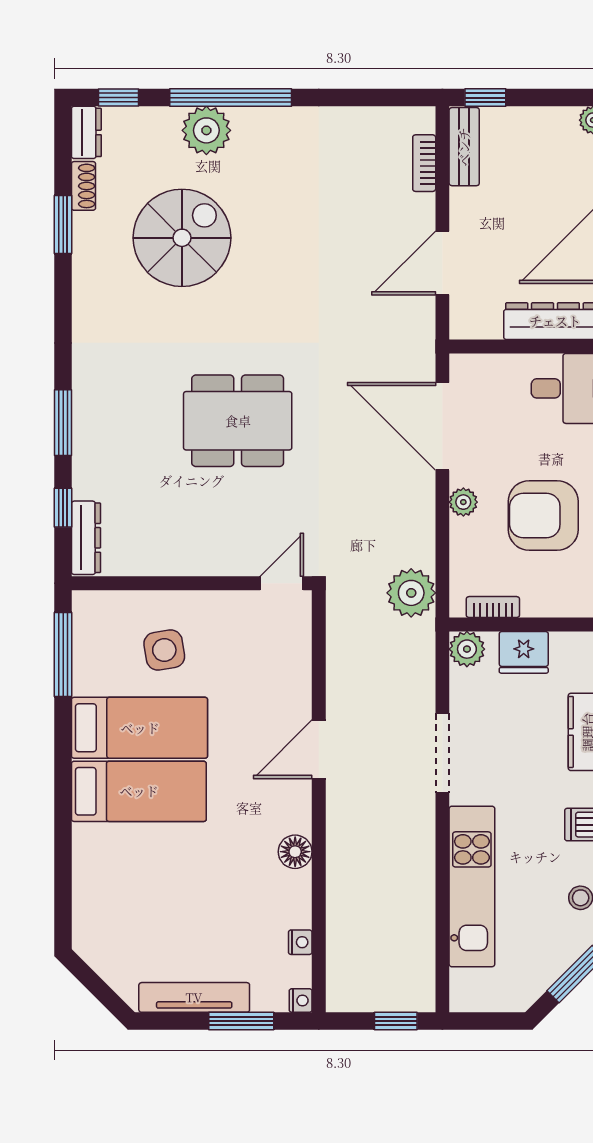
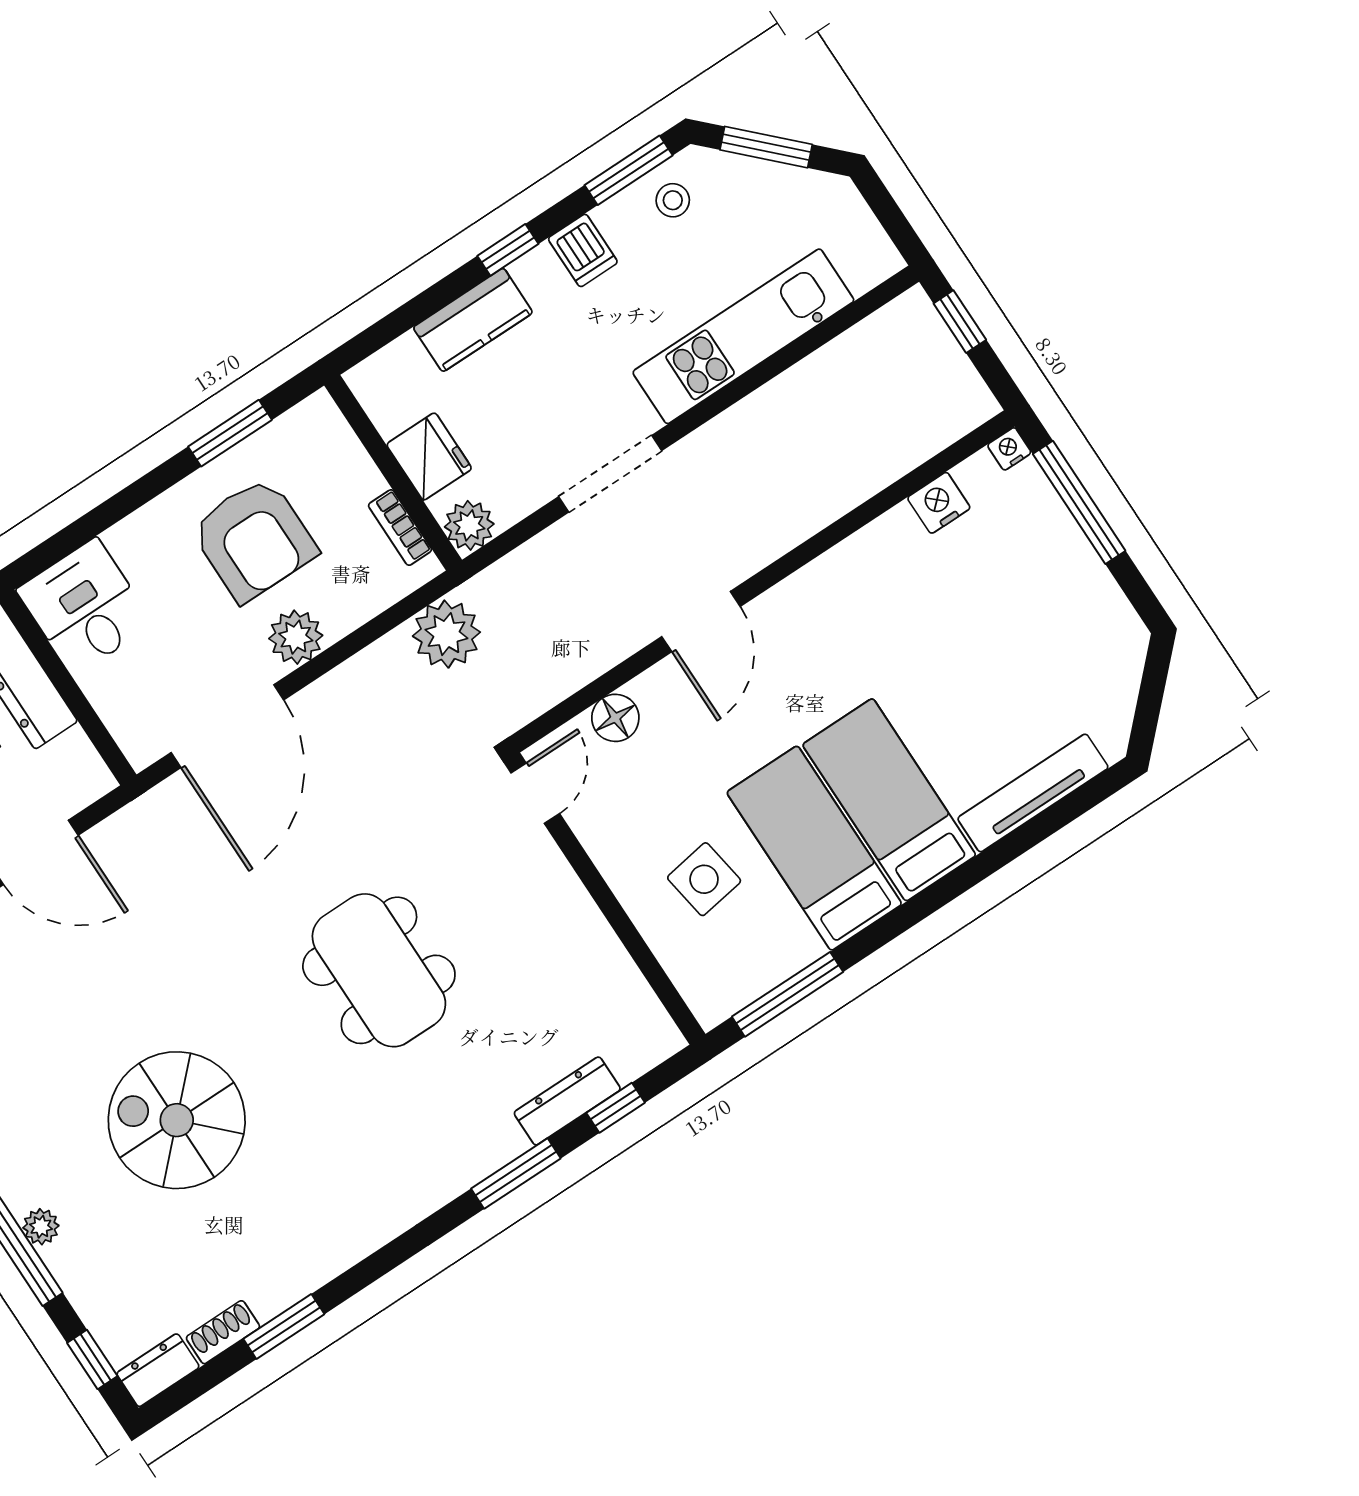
plant: (206, 130) -> (41, 1227), width x0.53, depth x0.53
spiral stairs: (182, 238) -> (177, 1120), moved
plant: (463, 502) -> (296, 637), width x1.38, depth x1.38
dresser: (86, 538) -> (567, 1101), moved
door: (282, 583) -> (535, 793), swing flipped
door: (319, 749) -> (701, 622), hinge flipped
floor lamp: (295, 852) -> (615, 718), moved
nightstand: (300, 942) -> (939, 503), width x1.39, depth x1.35
tv unit: (194, 997) -> (1033, 793), moved, turned 90
window: (241, 1021) -> (1079, 502), width x1.44

